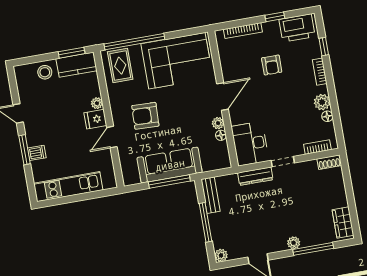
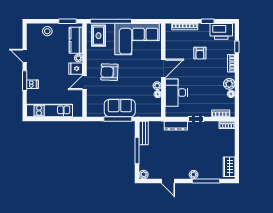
kitchen counter: (76, 65) -> (76, 40), moved, turned 90
desk: (250, 144) -> (176, 93), moved
sofa: (170, 165) -> (120, 108), width x0.73

